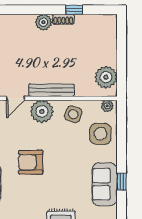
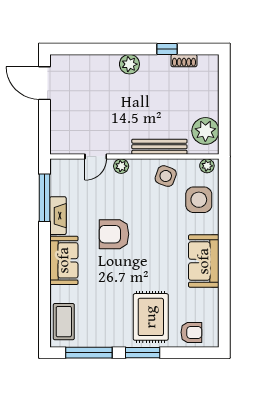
shoe rack: (63, 19) -> (184, 61), moved
bench: (51, 90) -> (159, 147), moved
plant: (42, 111) -> (121, 166), width x0.53, depth x0.53
window: (121, 182) -> (224, 258), removed

